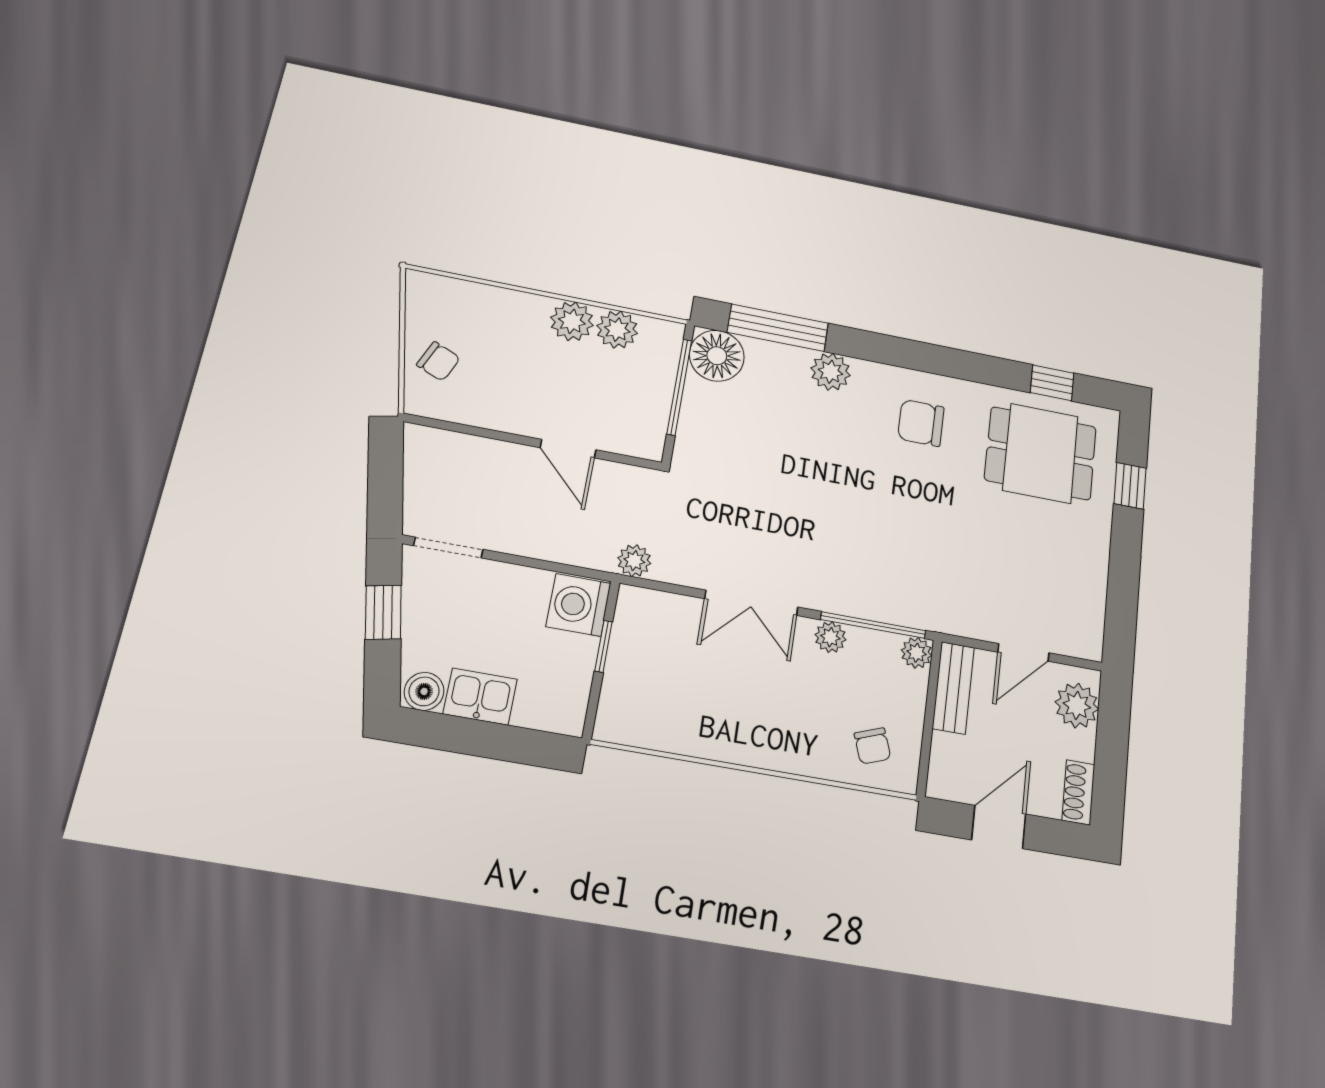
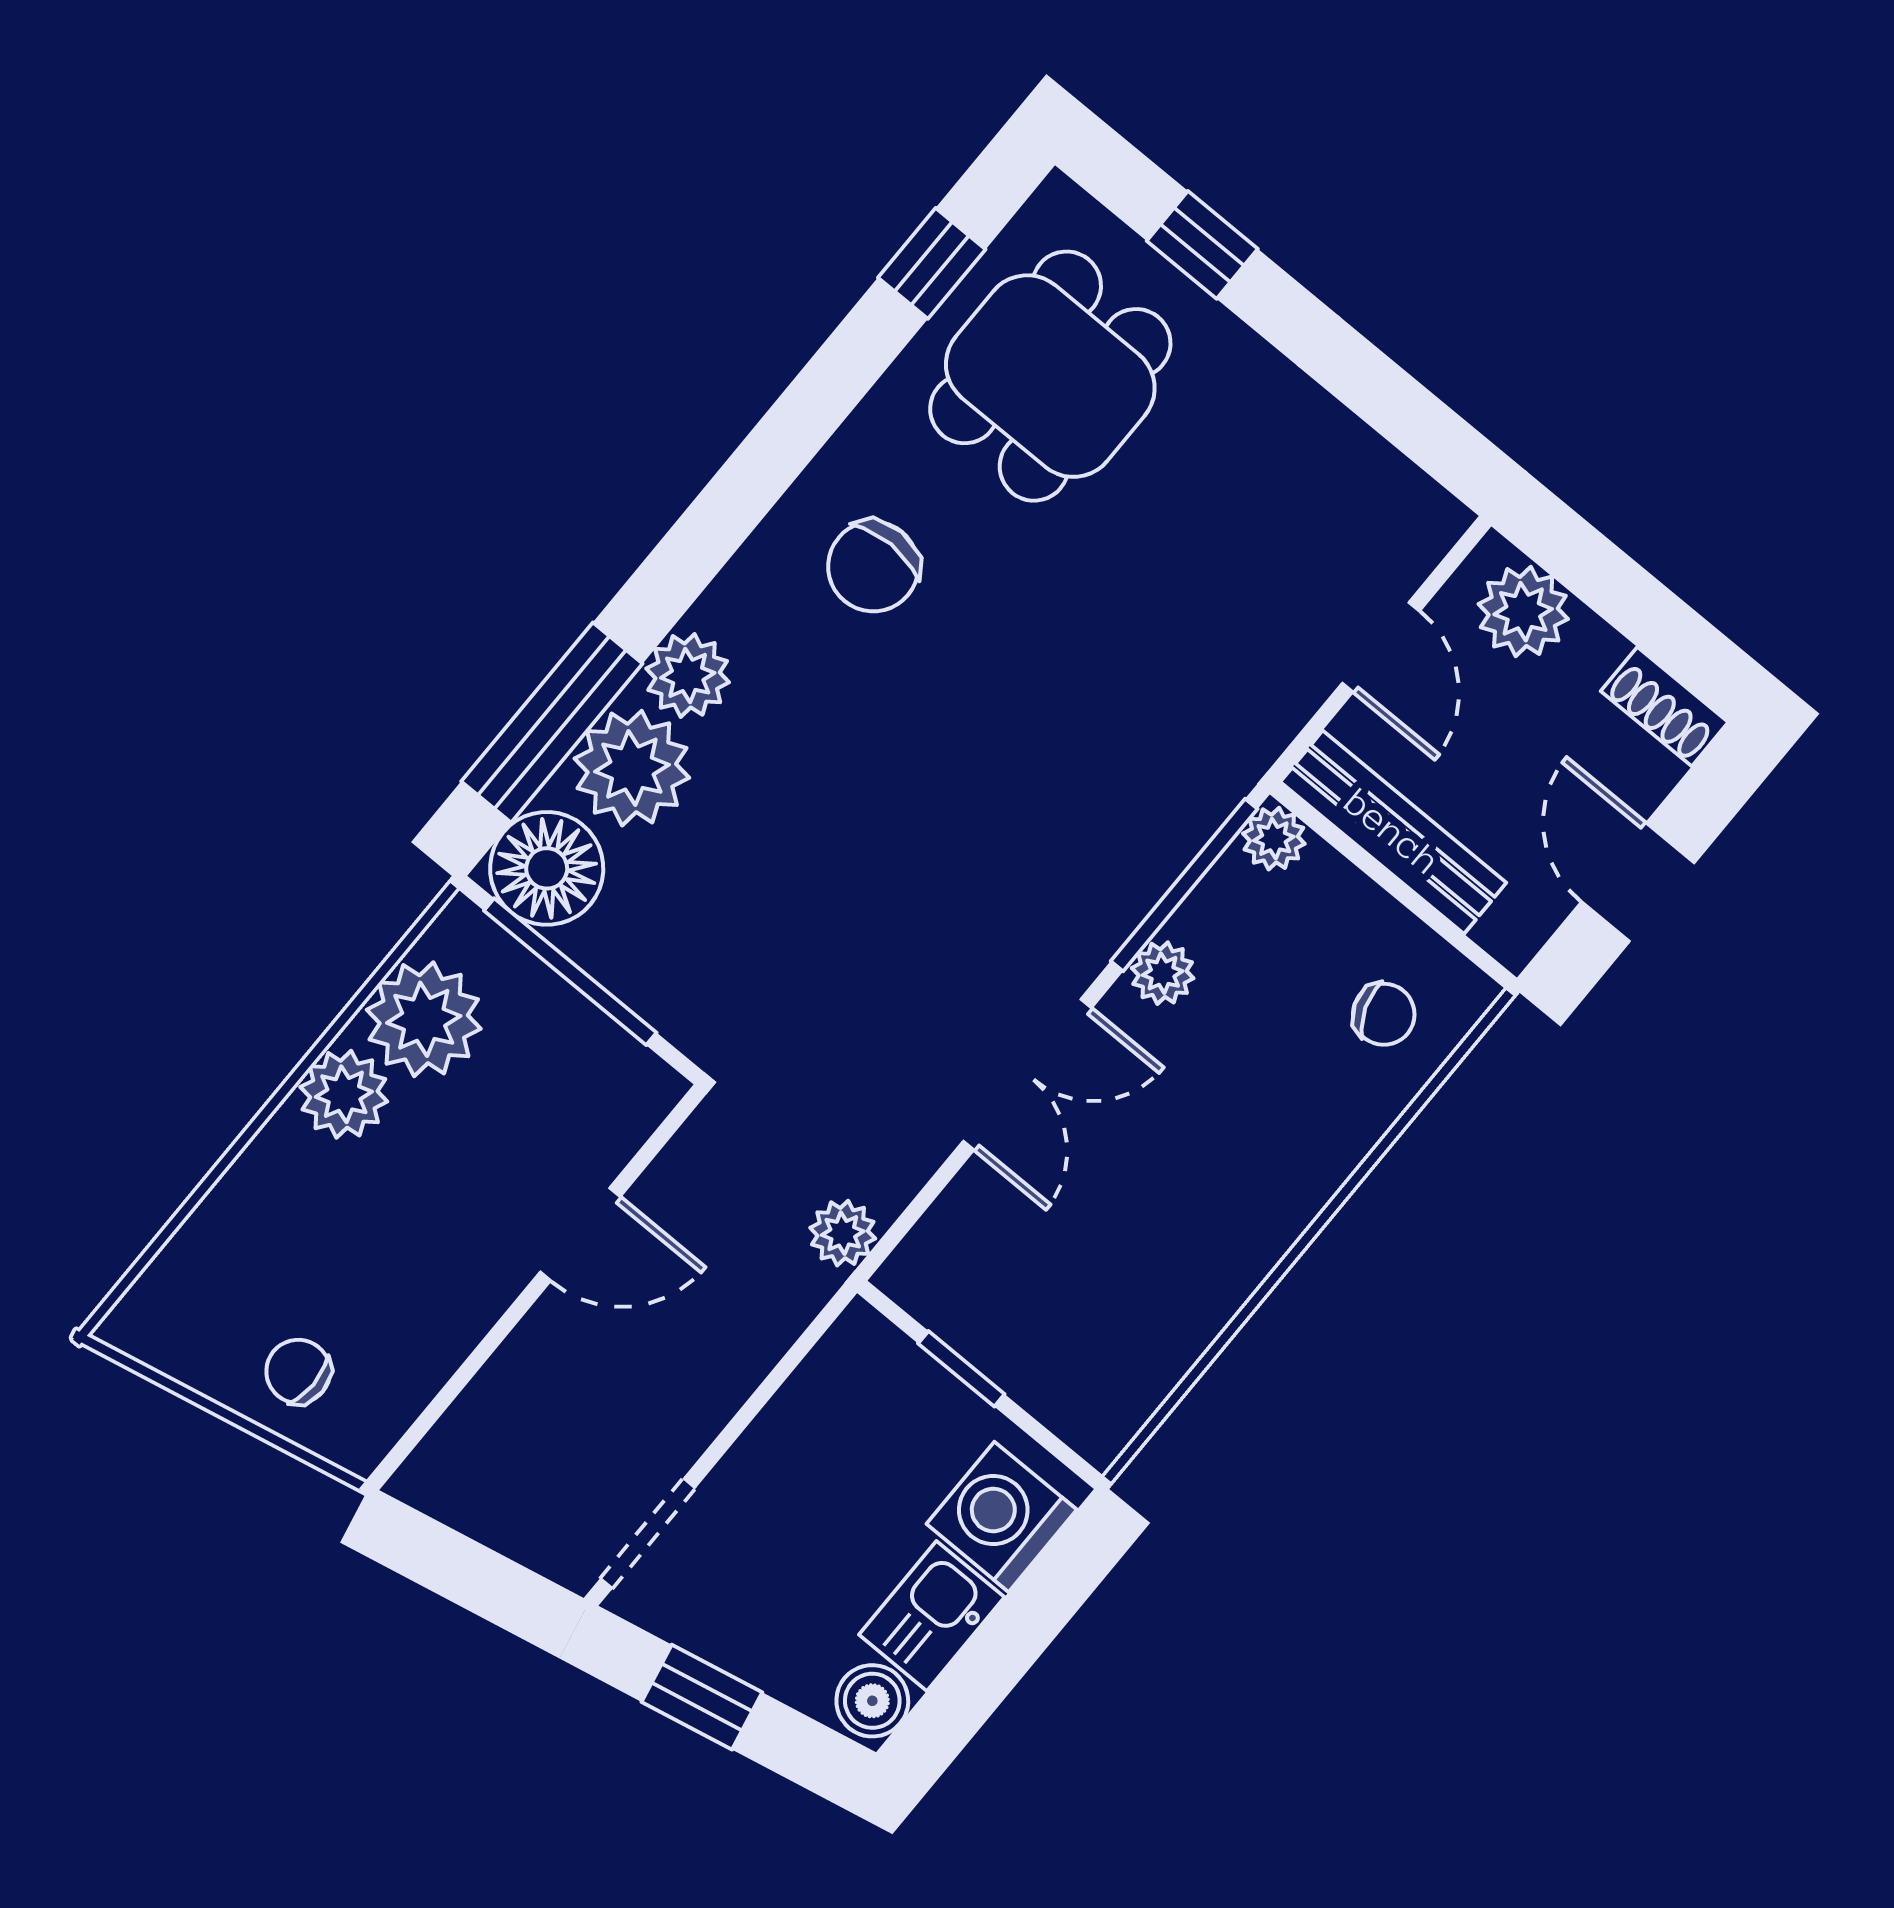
plant: (617, 330) -> (424, 1019), width x1.36, depth x1.36
chair: (438, 361) -> (298, 1371), turned -113
plant: (779, 369) -> (632, 768), added
washing machine: (578, 605) -> (1002, 1517), moved, turned 90
bench: (953, 688) -> (1393, 832), width x1.36

